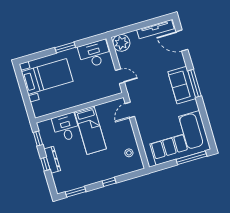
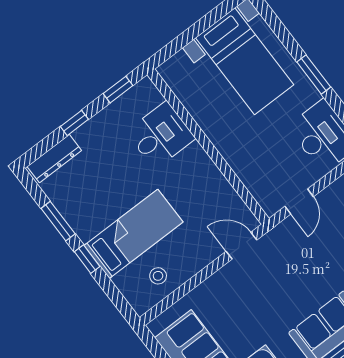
bed: (90, 130) -> (133, 234), moved, turned 180
dresser: (52, 160) -> (54, 159), moved
window: (76, 192) -> (58, 221), moved

